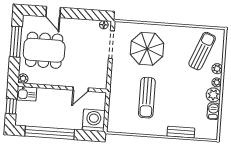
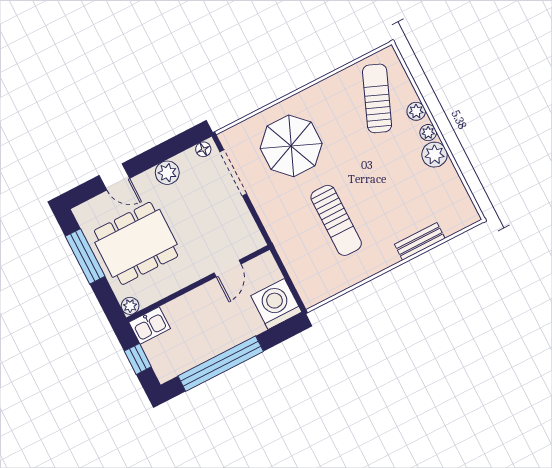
plant: (80, 25) -> (167, 173), added
barbecue: (213, 111) -> (450, 180), removed

